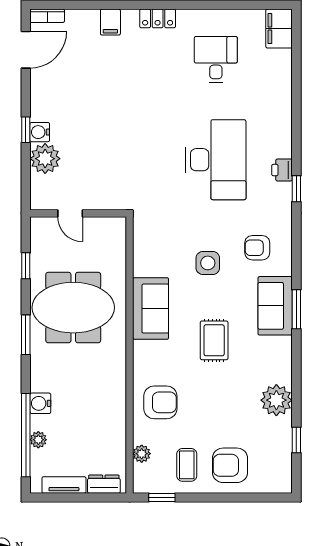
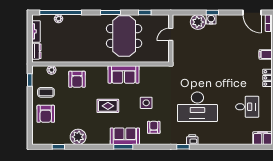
water cooler: (40, 403) -> (76, 20), removed
armchair: (230, 465) -> (46, 114), turned 180

